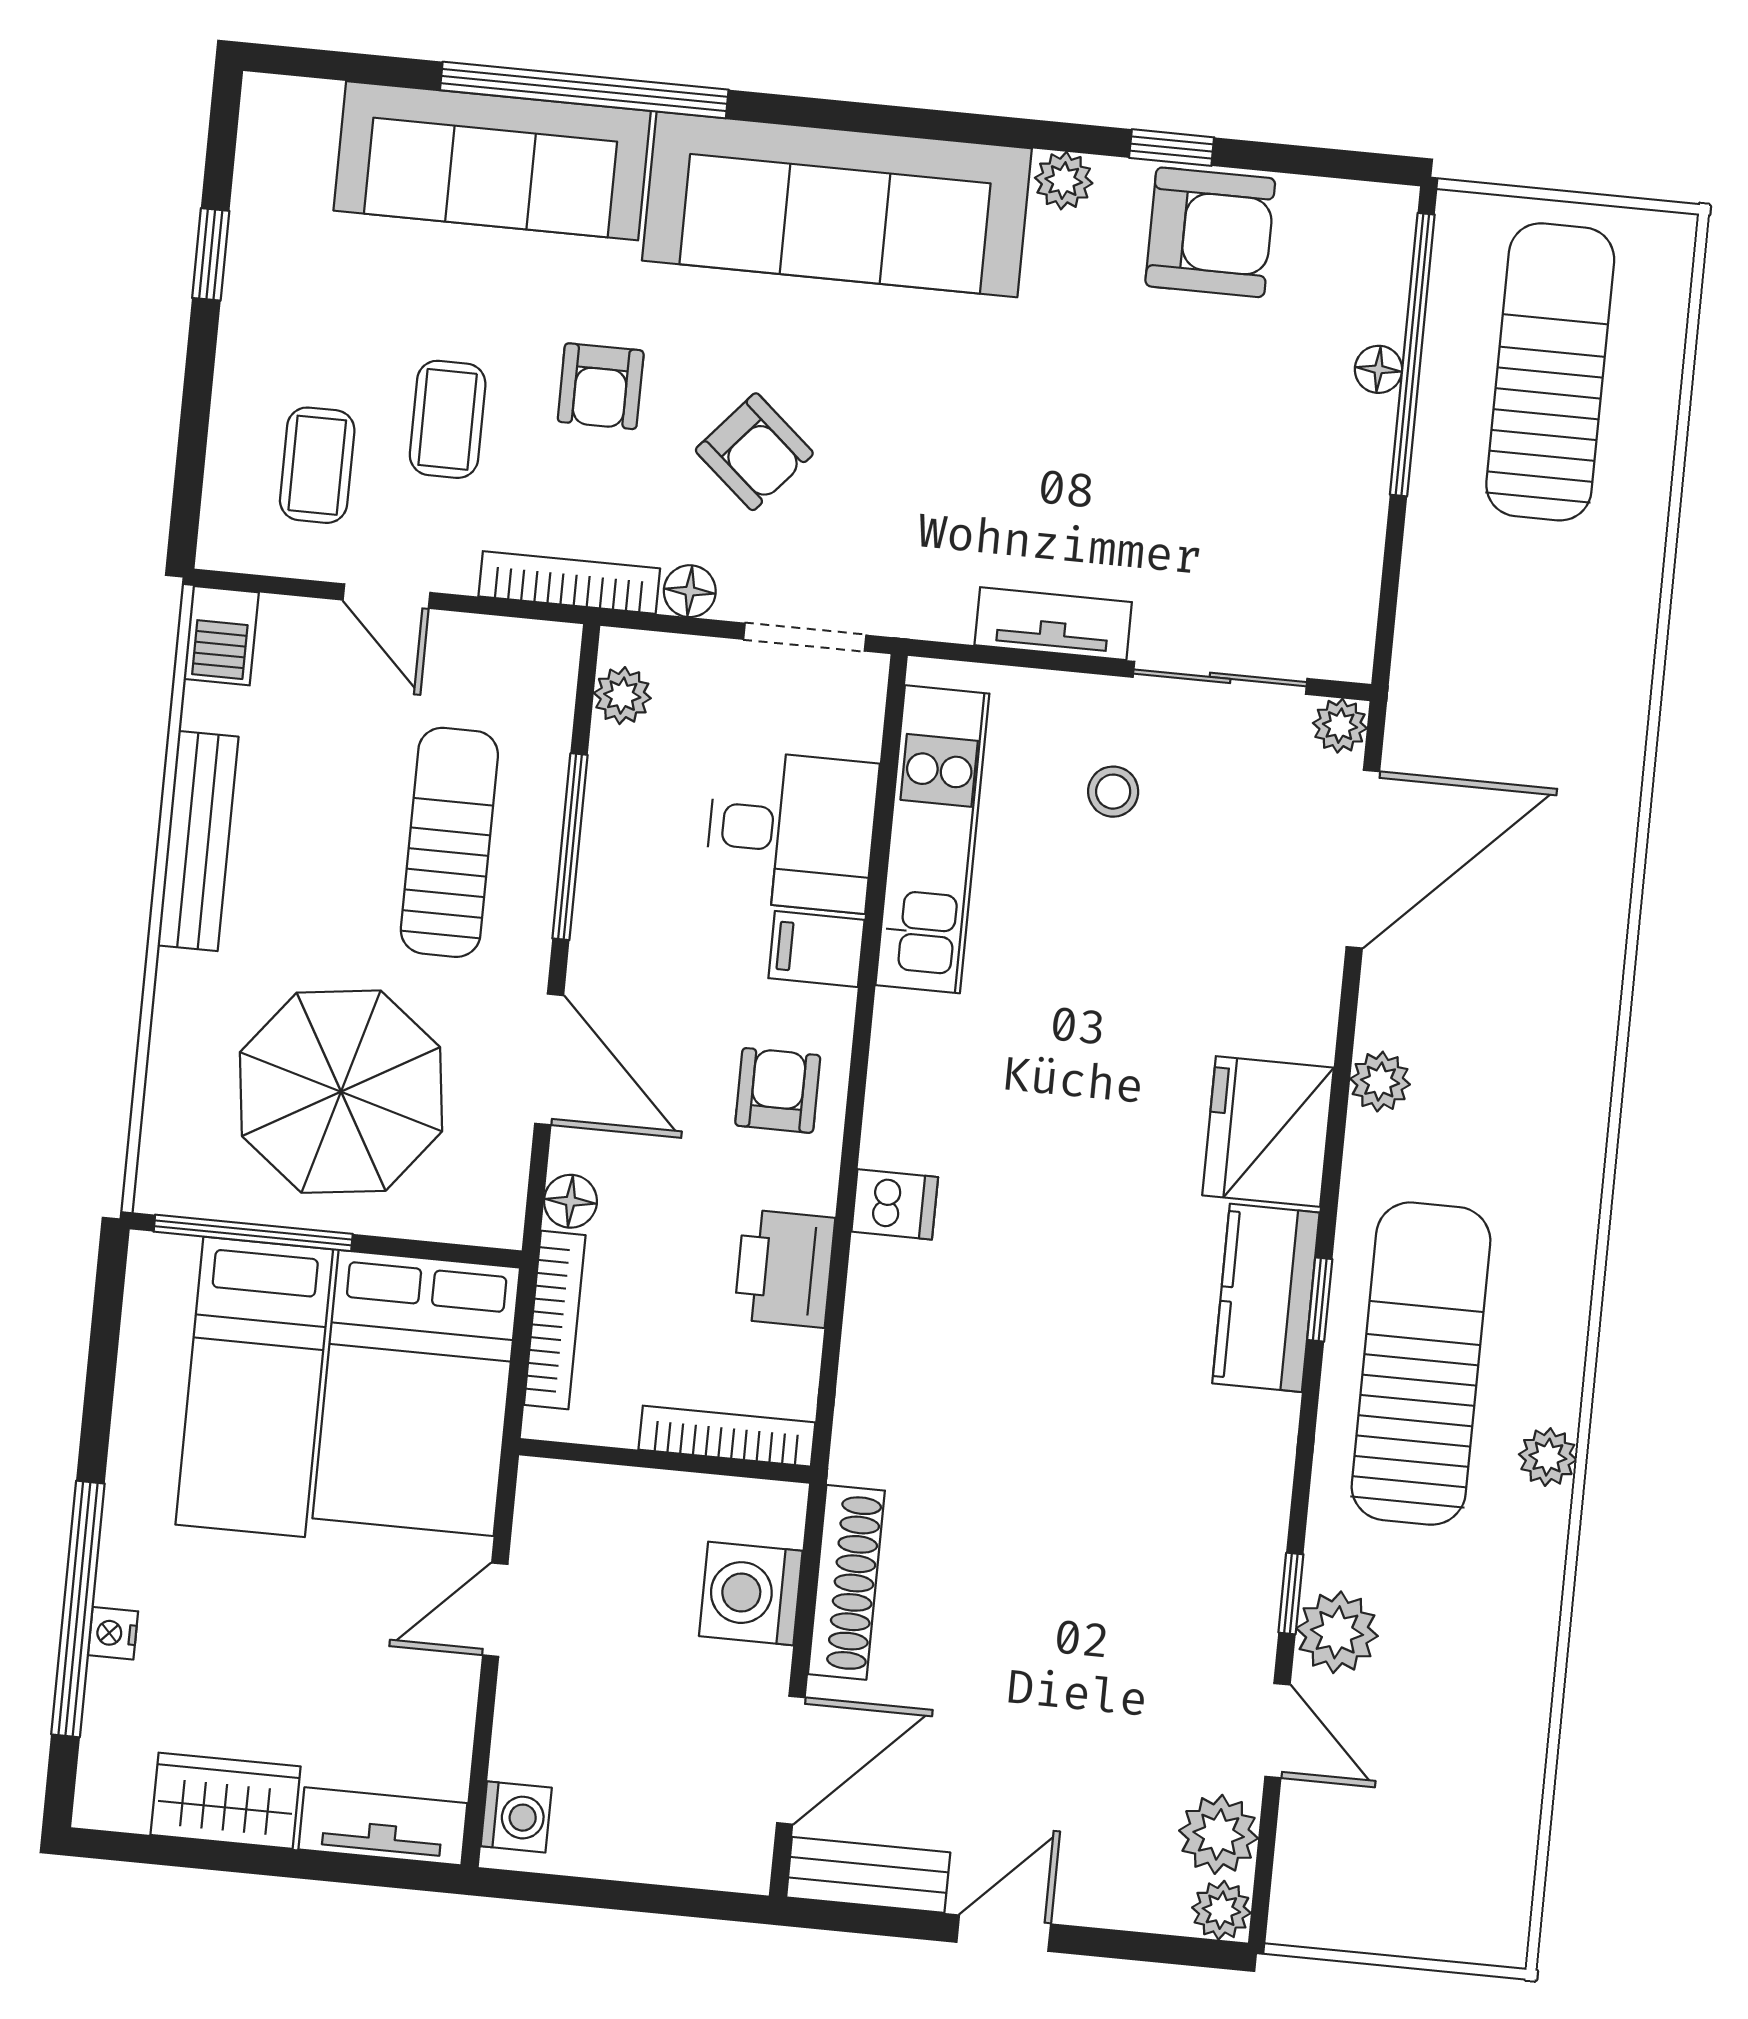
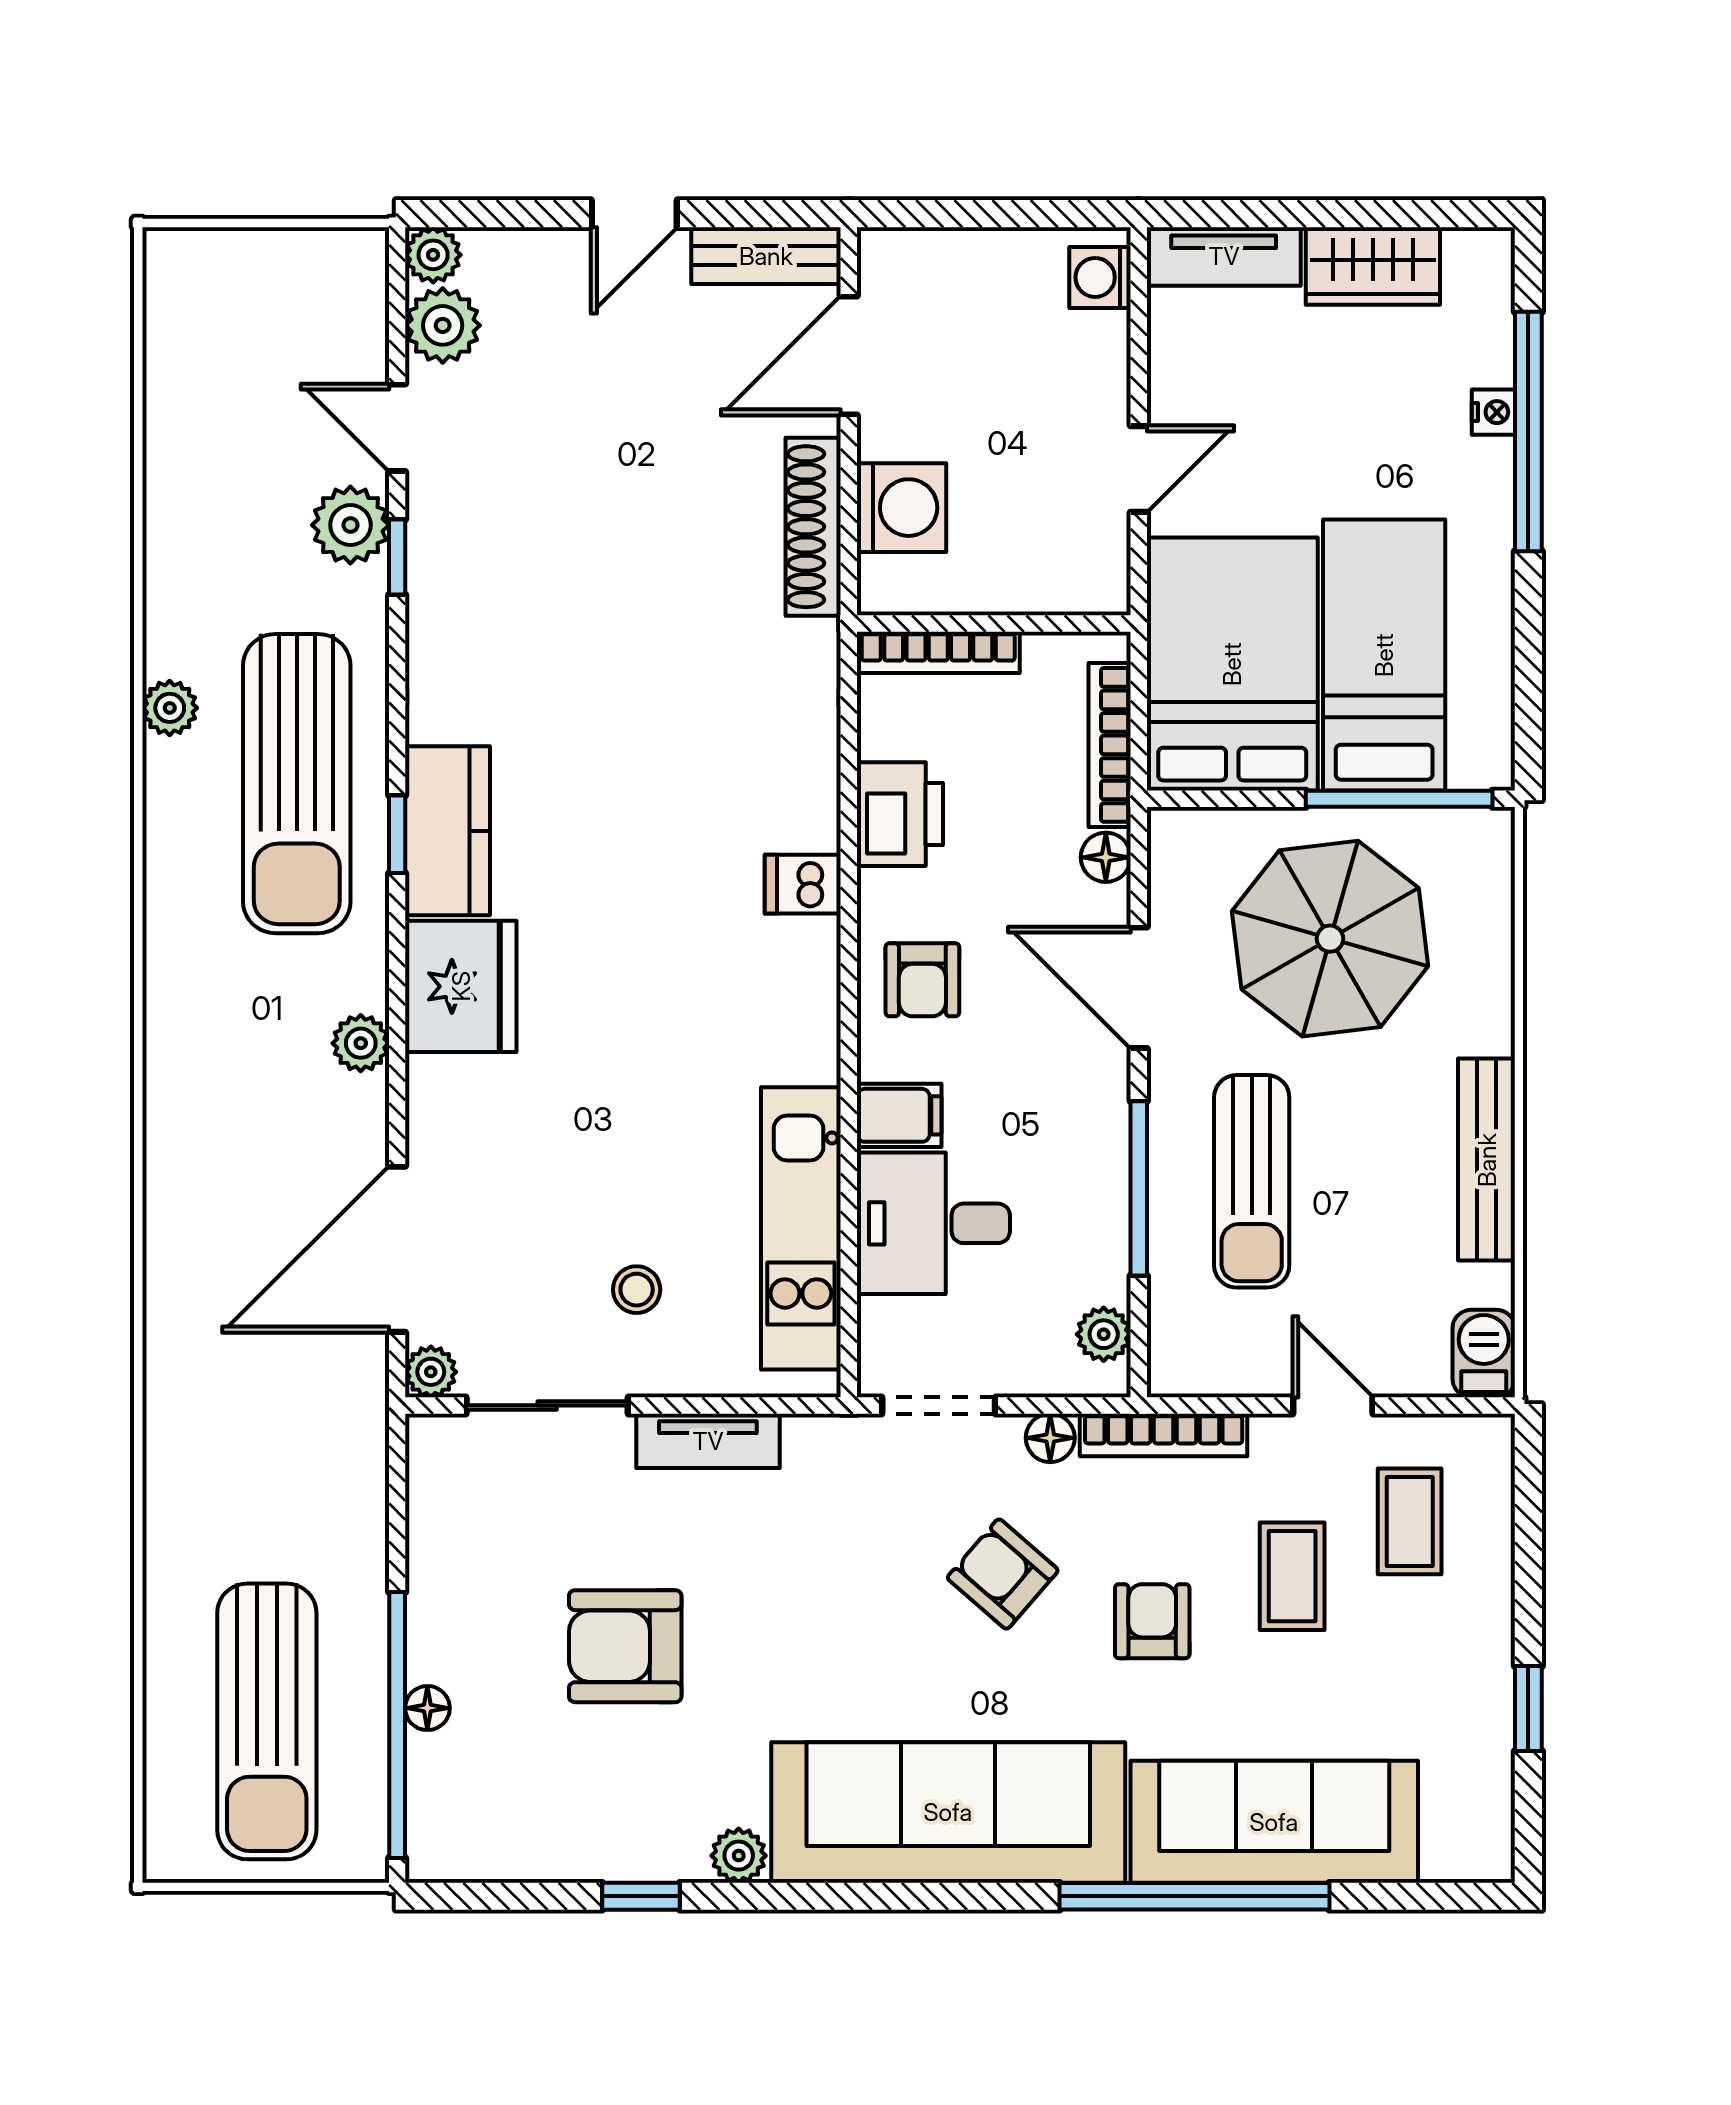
armchair: (1210, 232) -> (625, 1646), moved

